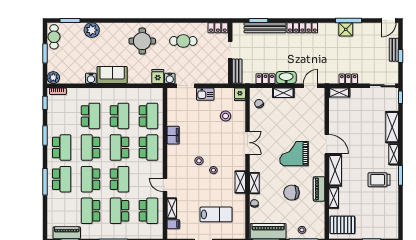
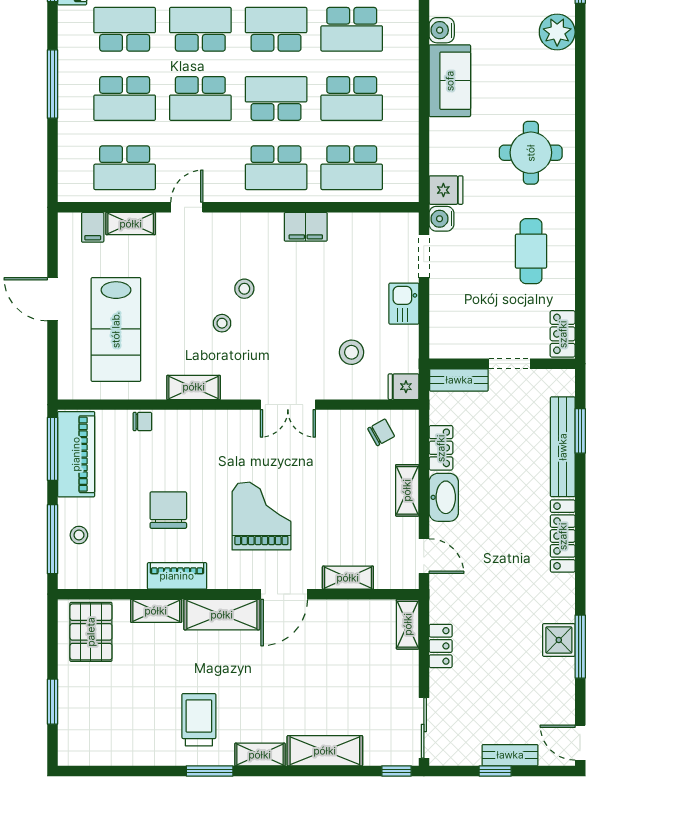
shelving: (254, 183) -> (348, 578), moved
school desk: (119, 211) -> (125, 98), turned 180
lab bench: (216, 214) -> (116, 330), width x1.36, depth x1.39

